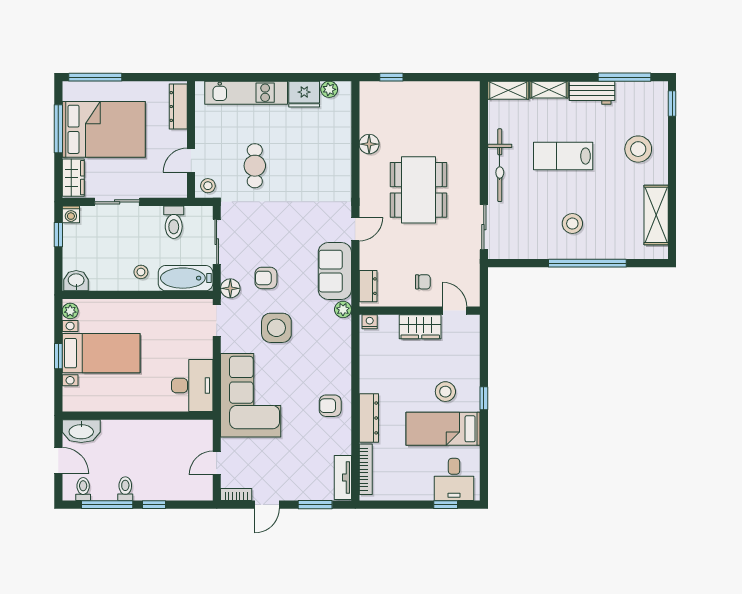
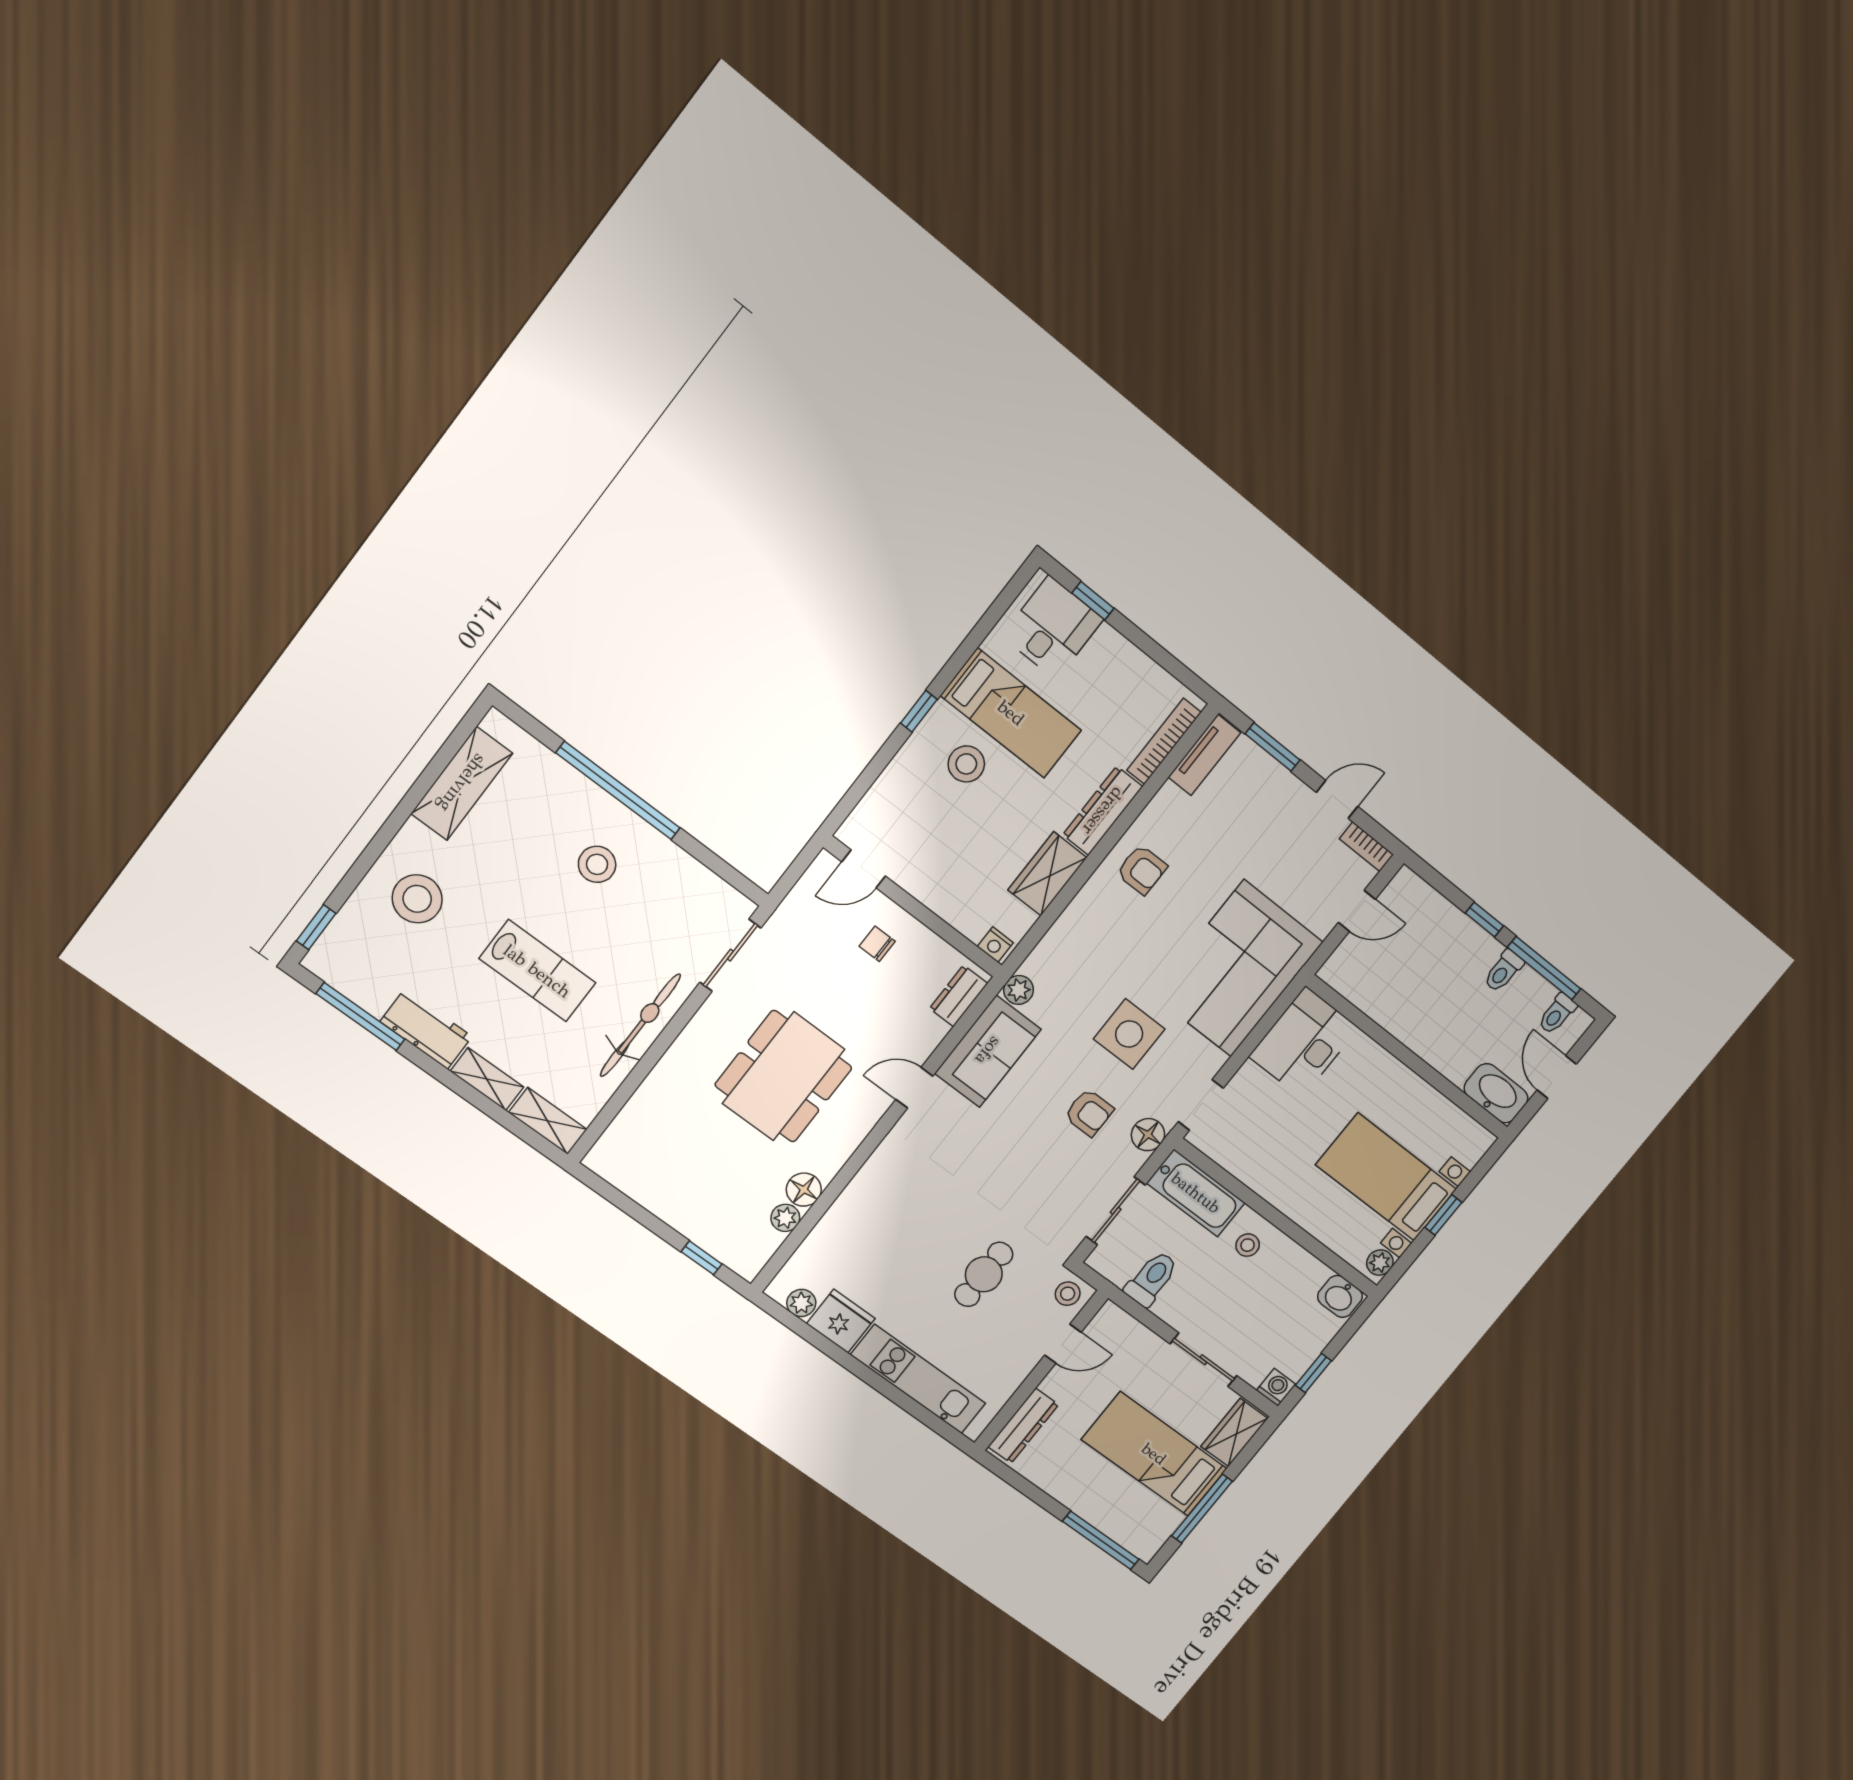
plant: (367, 124) -> (785, 1218), added
bed: (104, 129) -> (1154, 1454), width x0.67
door: (455, 311) -> (864, 869), hinge flipped
wardrobe: (420, 327) -> (1047, 874), moved, turned -90

